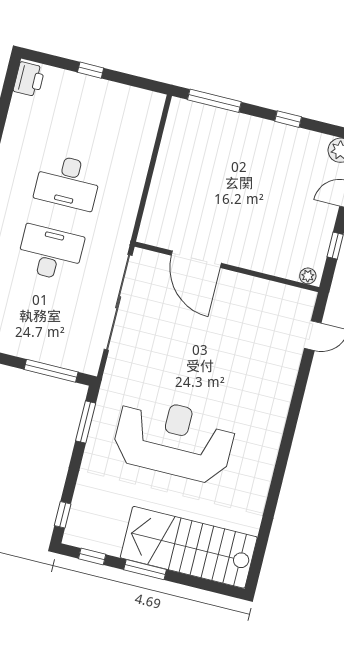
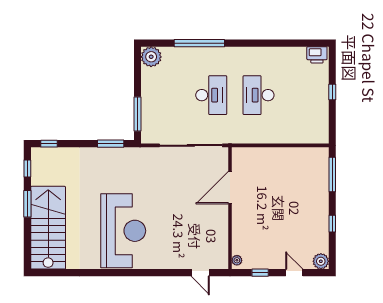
reception desk: (174, 440) -> (123, 231), moved

